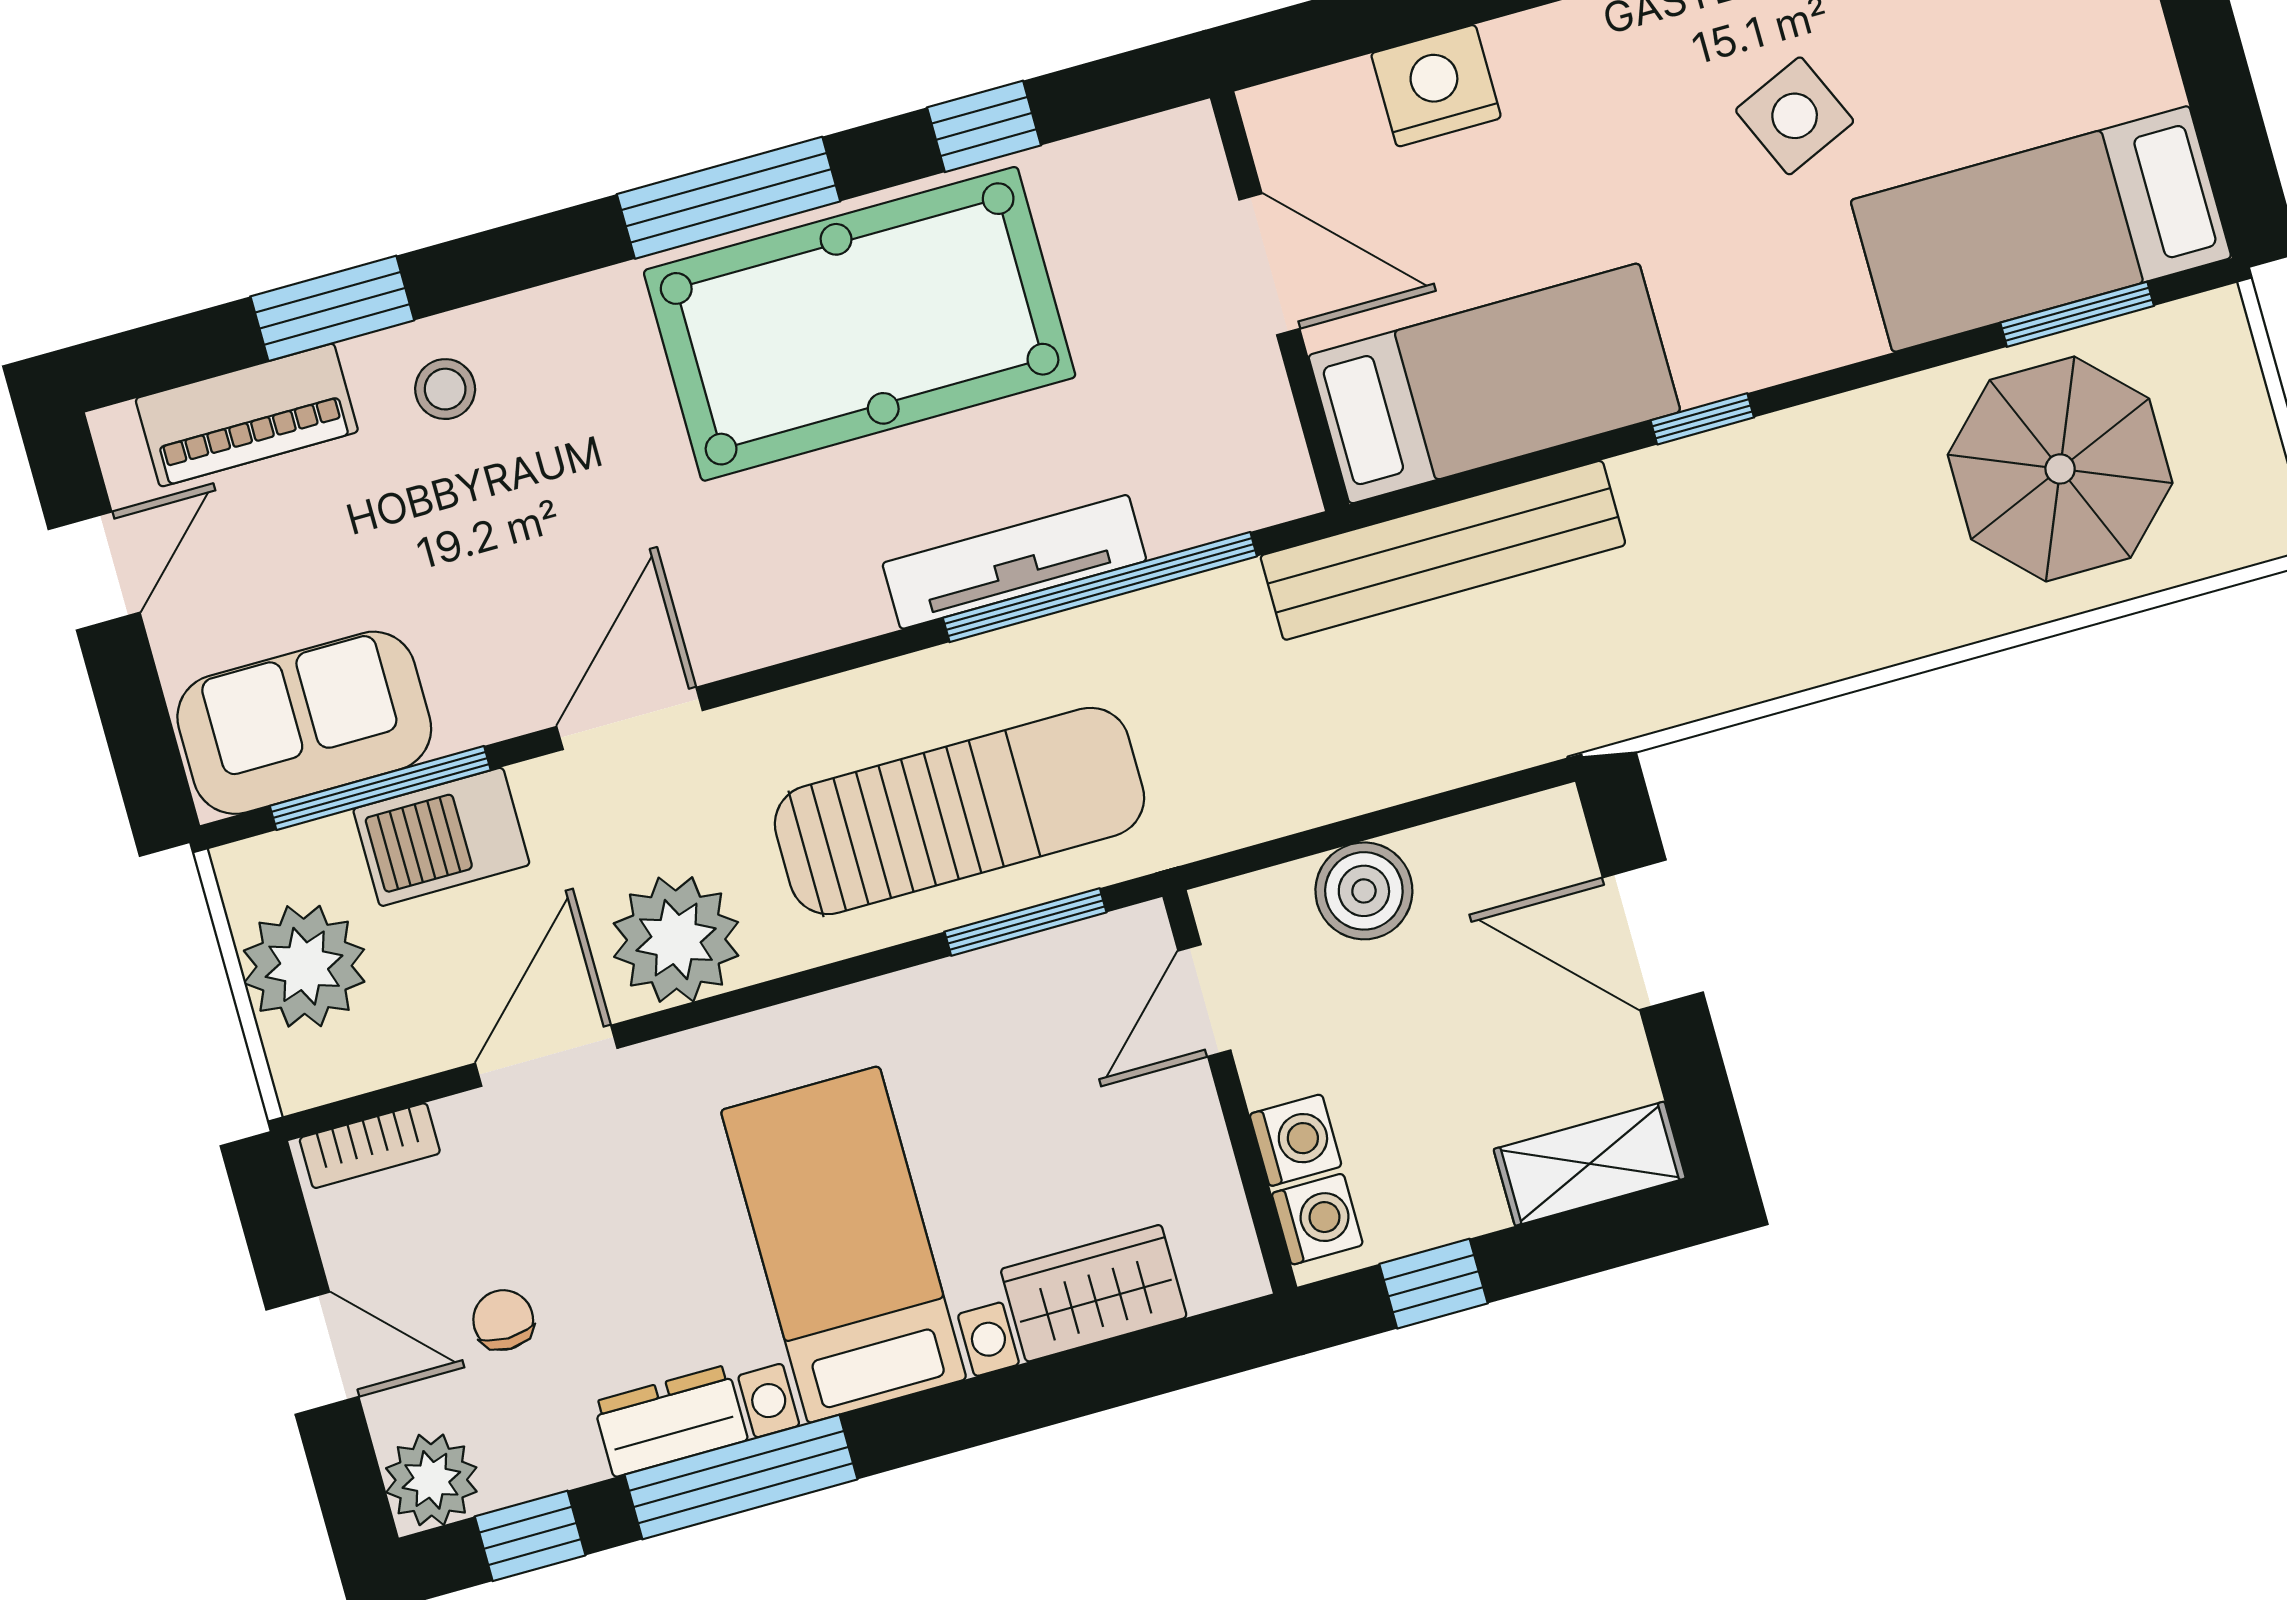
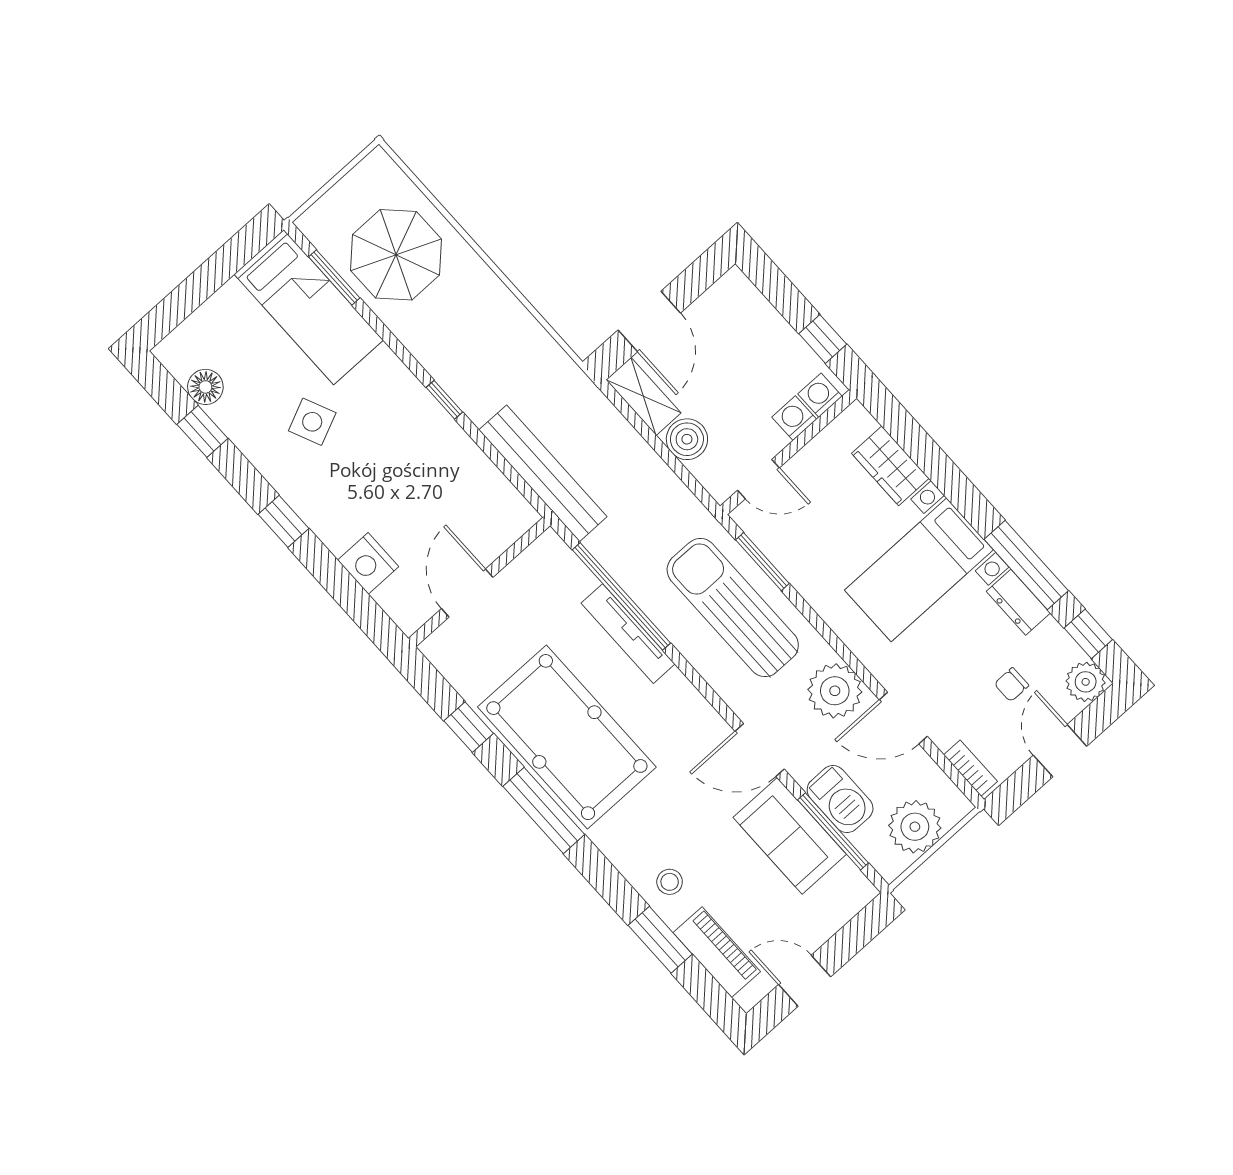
bed: (1494, 383) -> (470, 485), removed
sofa: (304, 723) -> (790, 836), moved
shelving: (1590, 1164) -> (643, 396), moved

